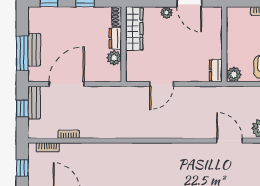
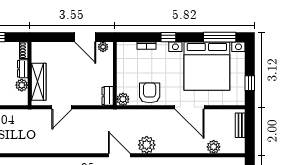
plant: (166, 13) -> (103, 47), moved
wardrobe: (134, 29) -> (39, 82), moved

